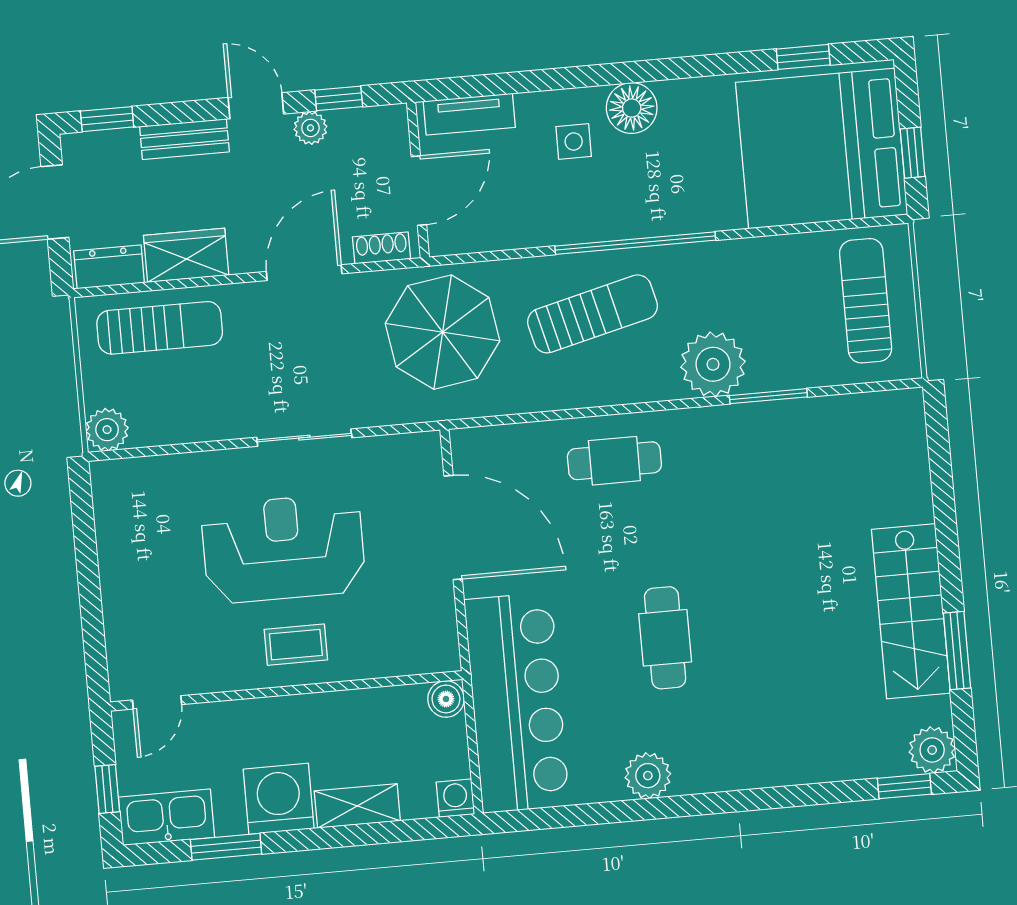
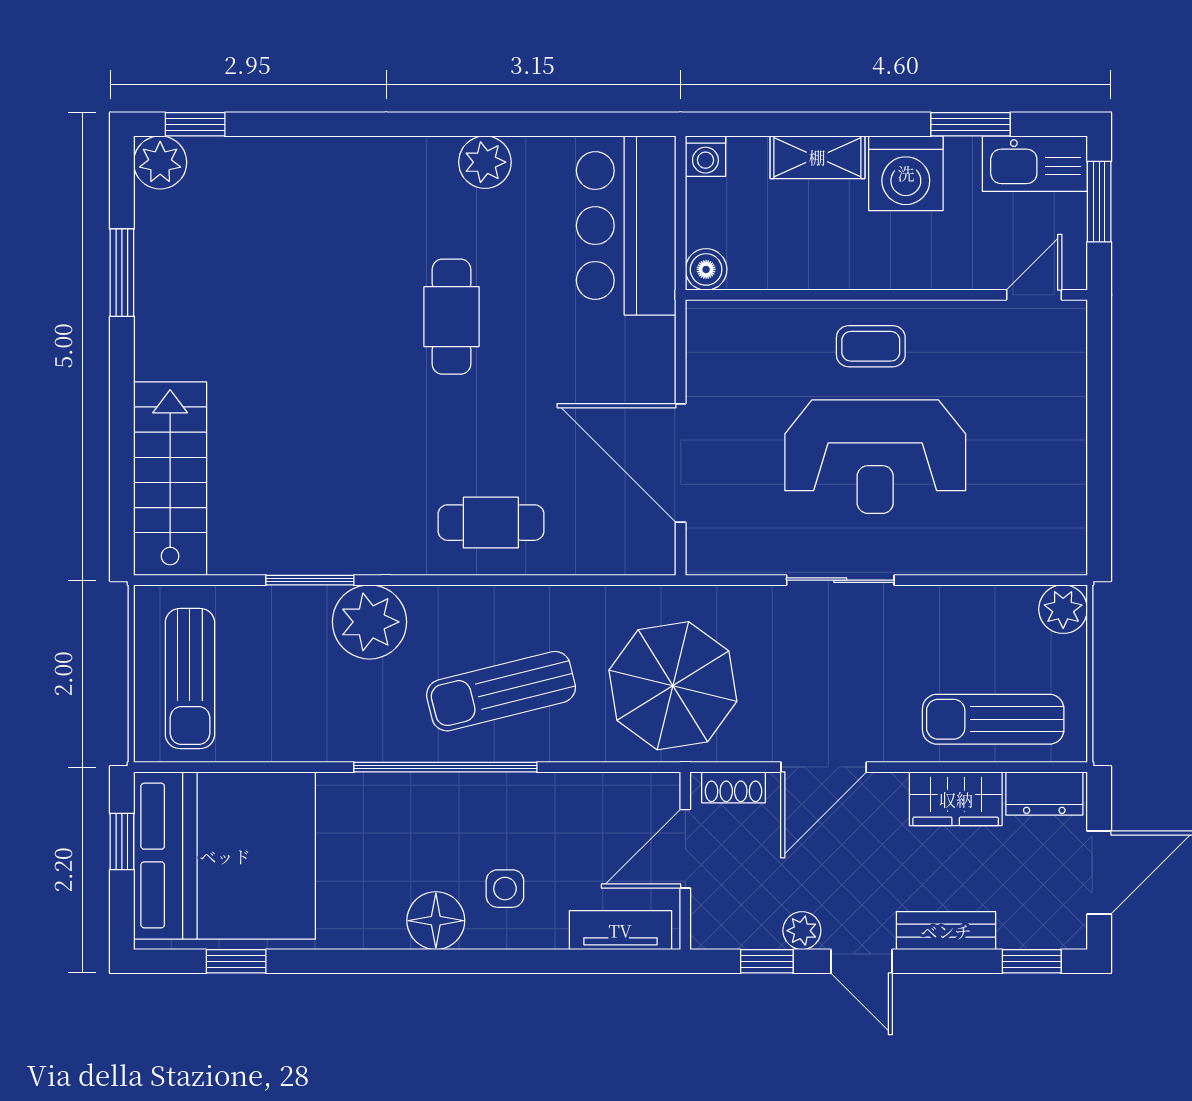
stairs: (911, 611) -> (170, 479), moved
bar counter: (517, 703) -> (626, 226), width x0.73
window: (107, 789) -> (1099, 202), width x1.50

